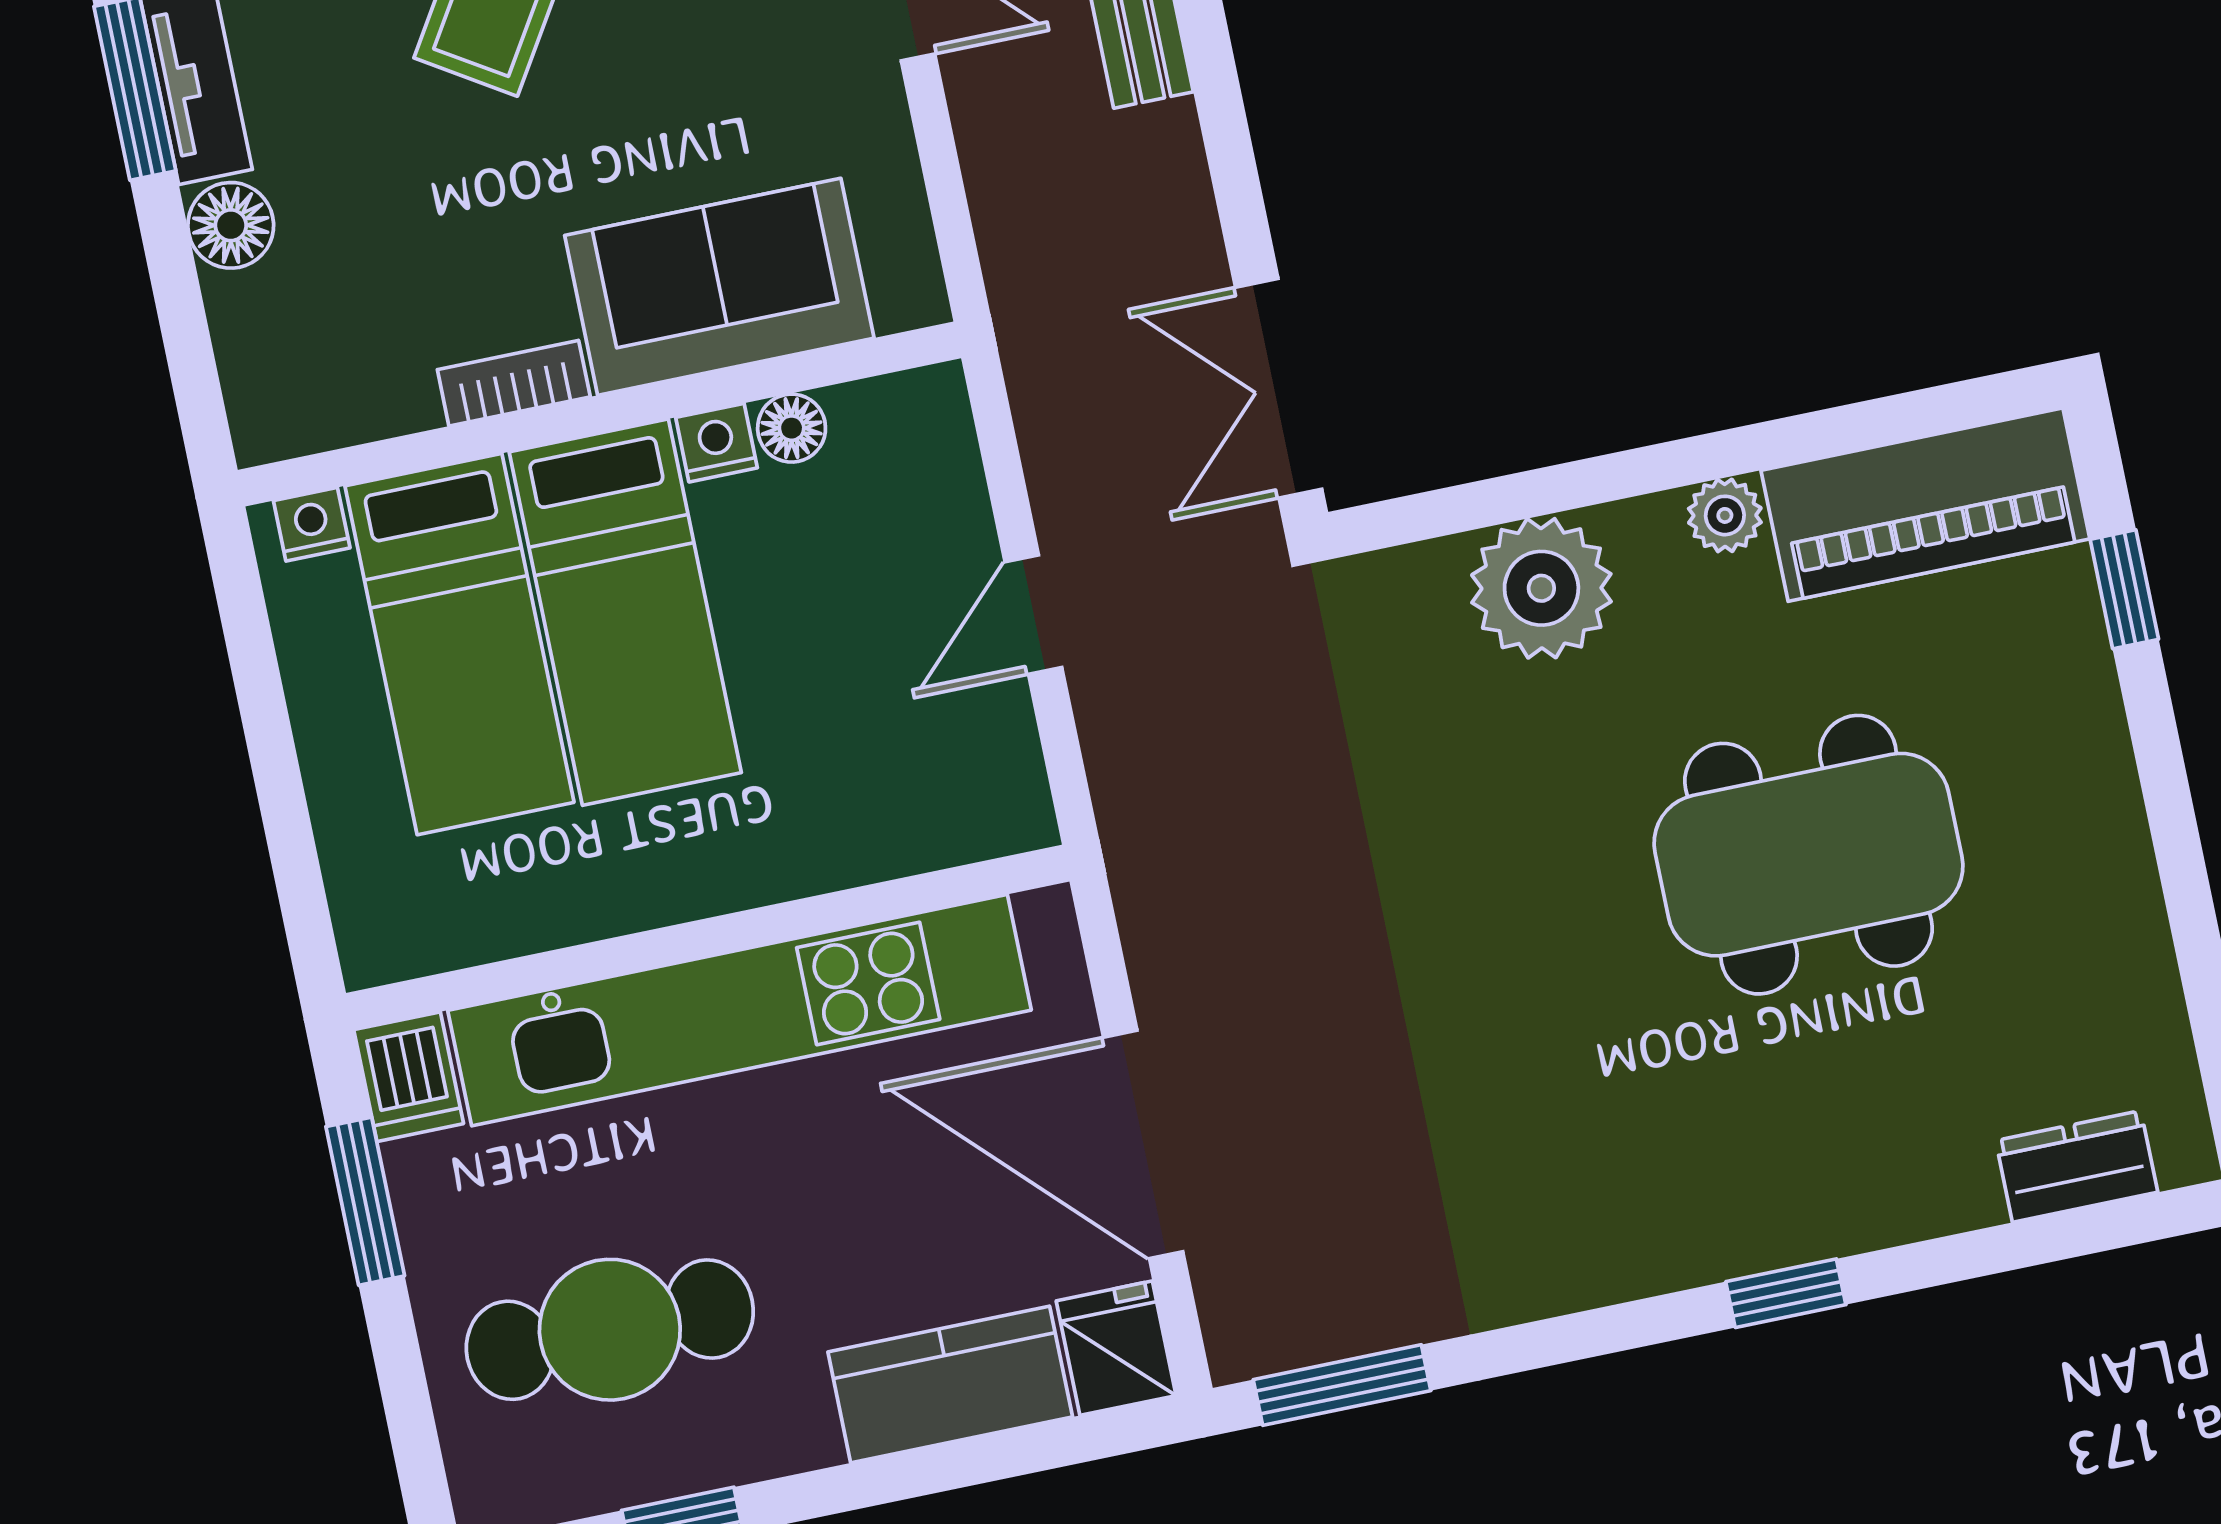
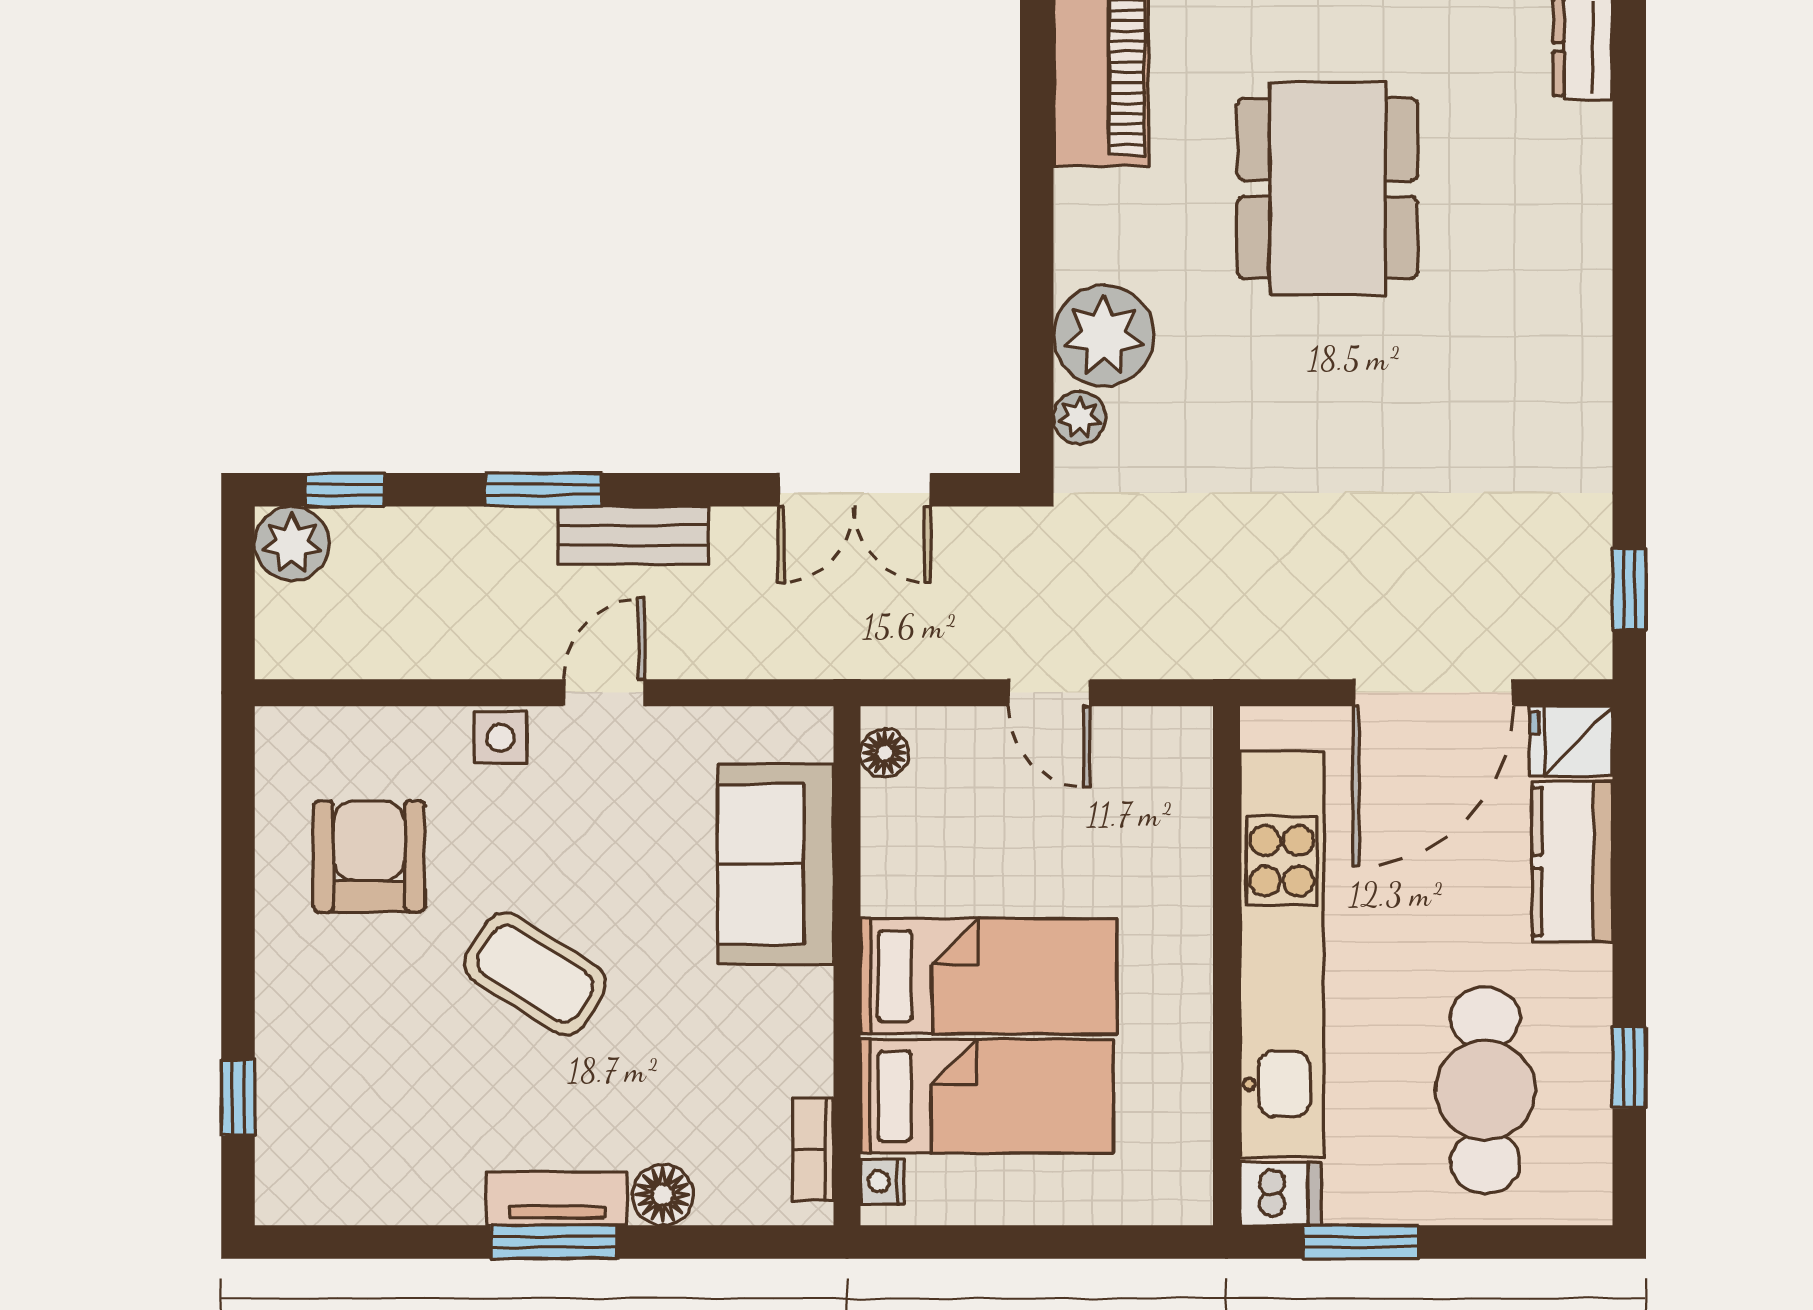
bookcase: (514, 383) -> (813, 1149), moved
double door: (1279, 388) -> (854, 490), moved
floor lamp: (792, 428) -> (885, 753), moved
nightstand: (717, 443) -> (884, 888), removed
plant: (1725, 515) -> (1080, 418), moved
window: (1786, 1293) -> (1629, 267), removed
window: (1342, 1385) -> (1629, 589), width x0.67

